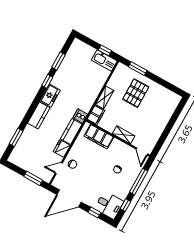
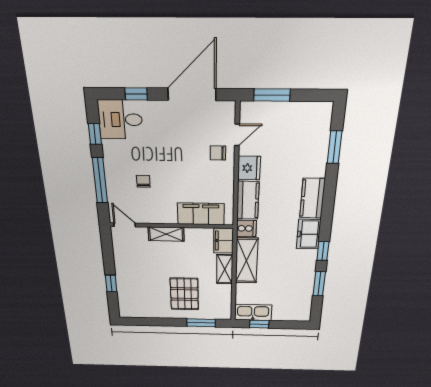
shelving: (90, 97) -> (246, 261), added
window: (172, 121) -> (111, 283), added

